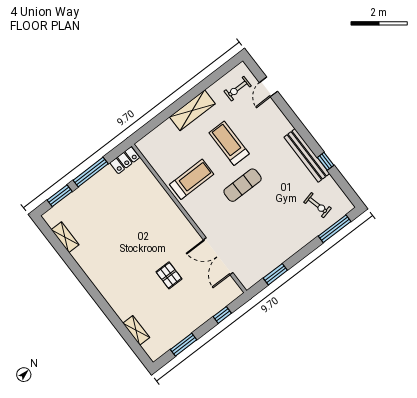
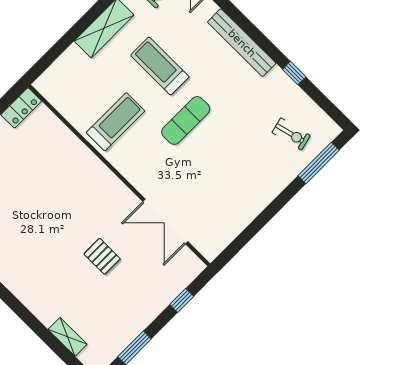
bench: (307, 155) -> (242, 43), moved
window: (275, 274) -> (246, 235), removed

